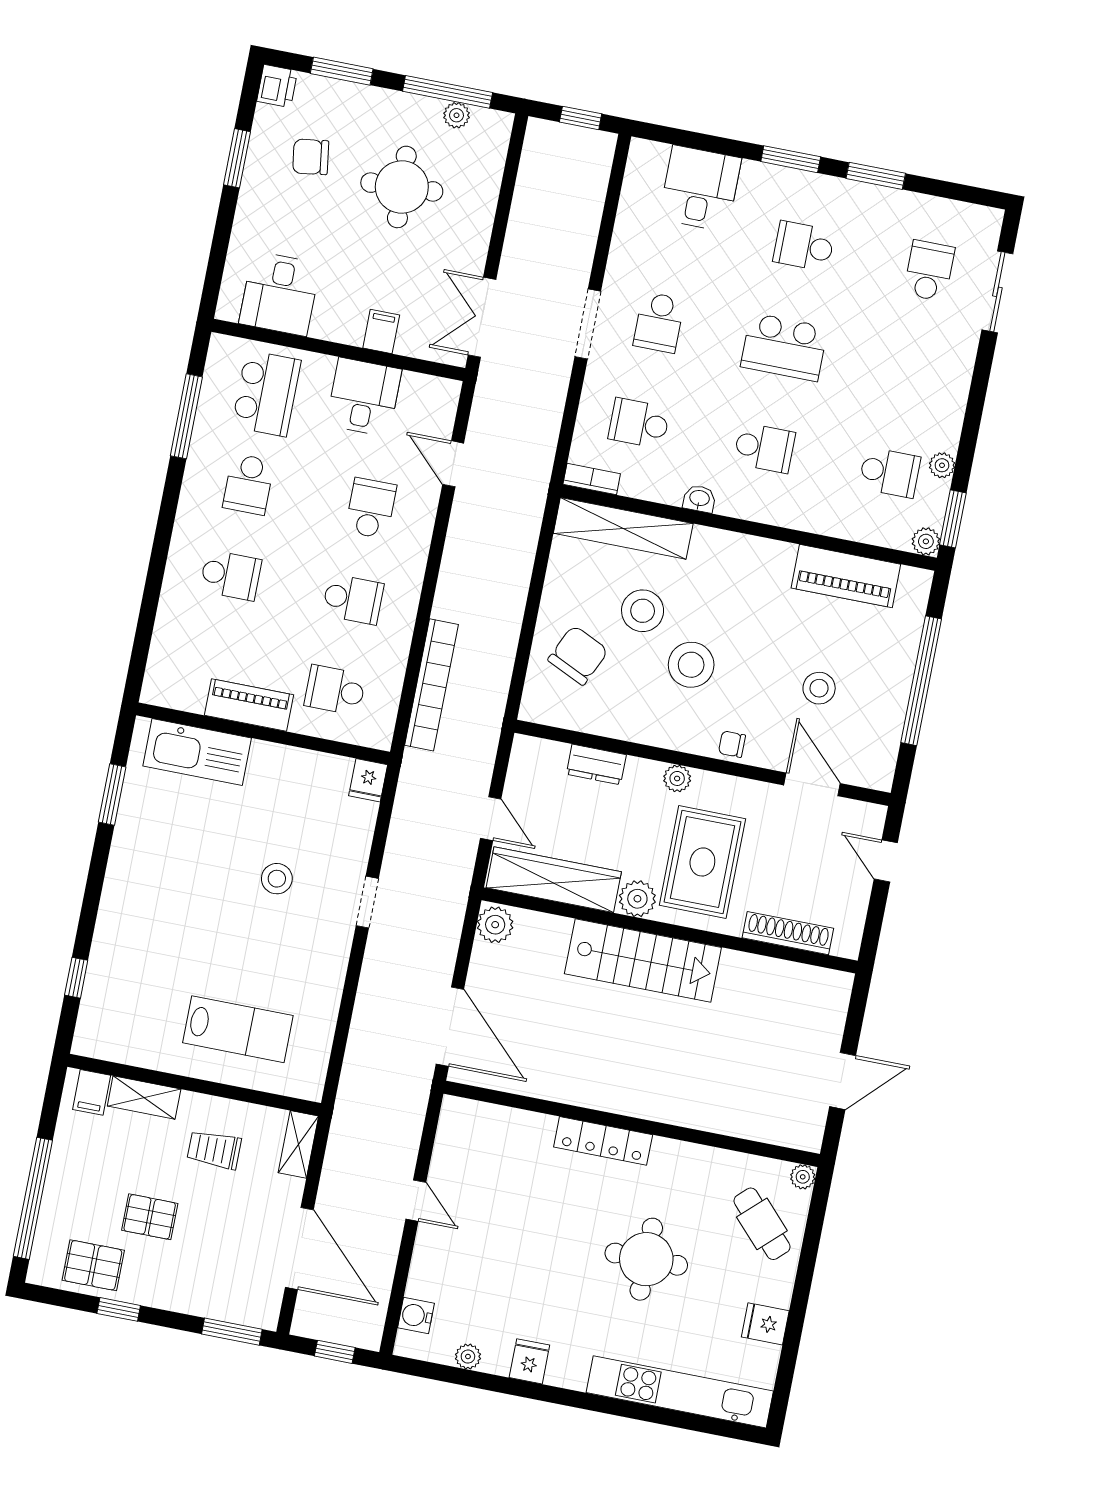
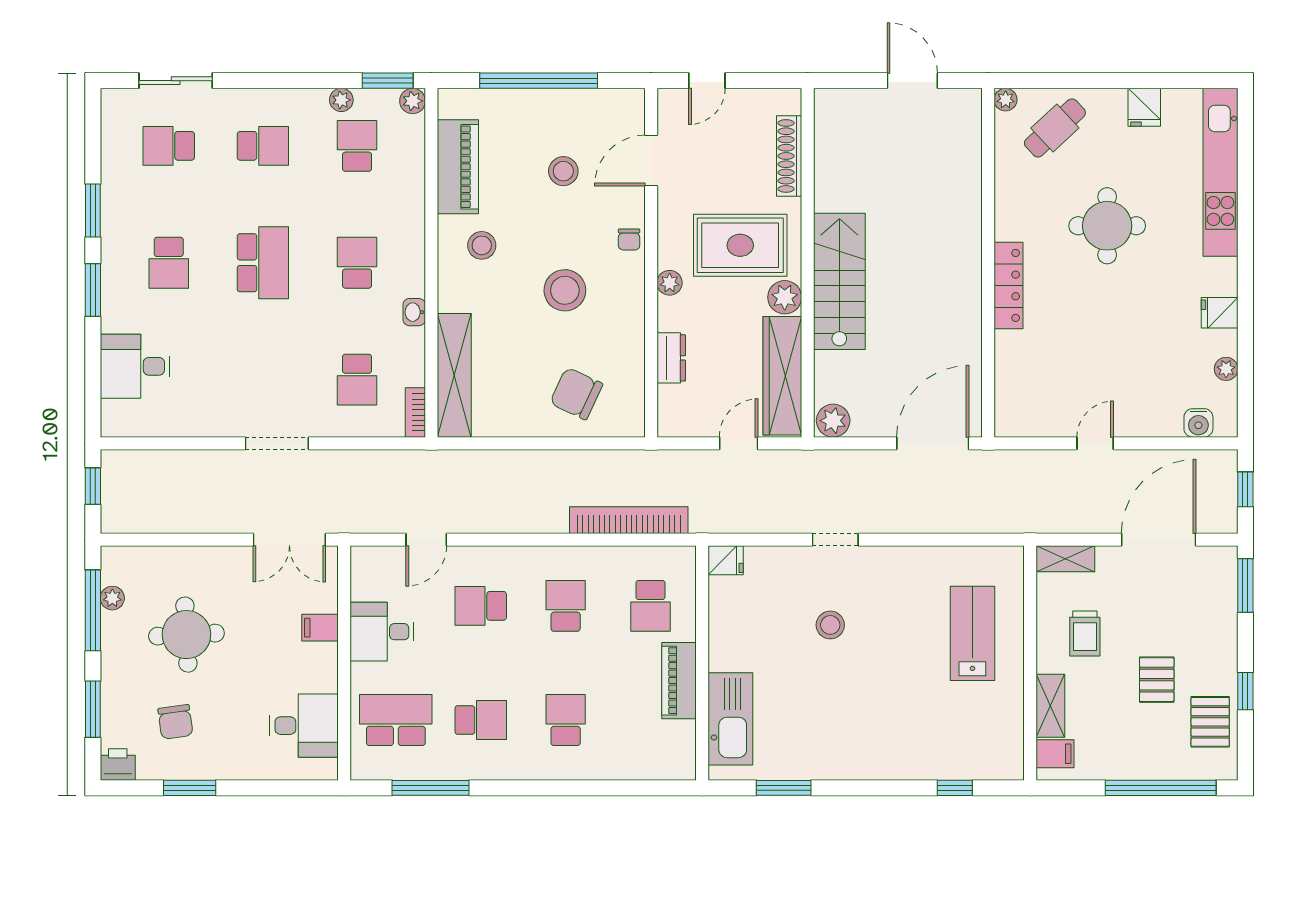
school desk: (659, 322) -> (263, 146), moved
stool: (643, 611) -> (482, 245), moved, width x0.73, depth x0.73

